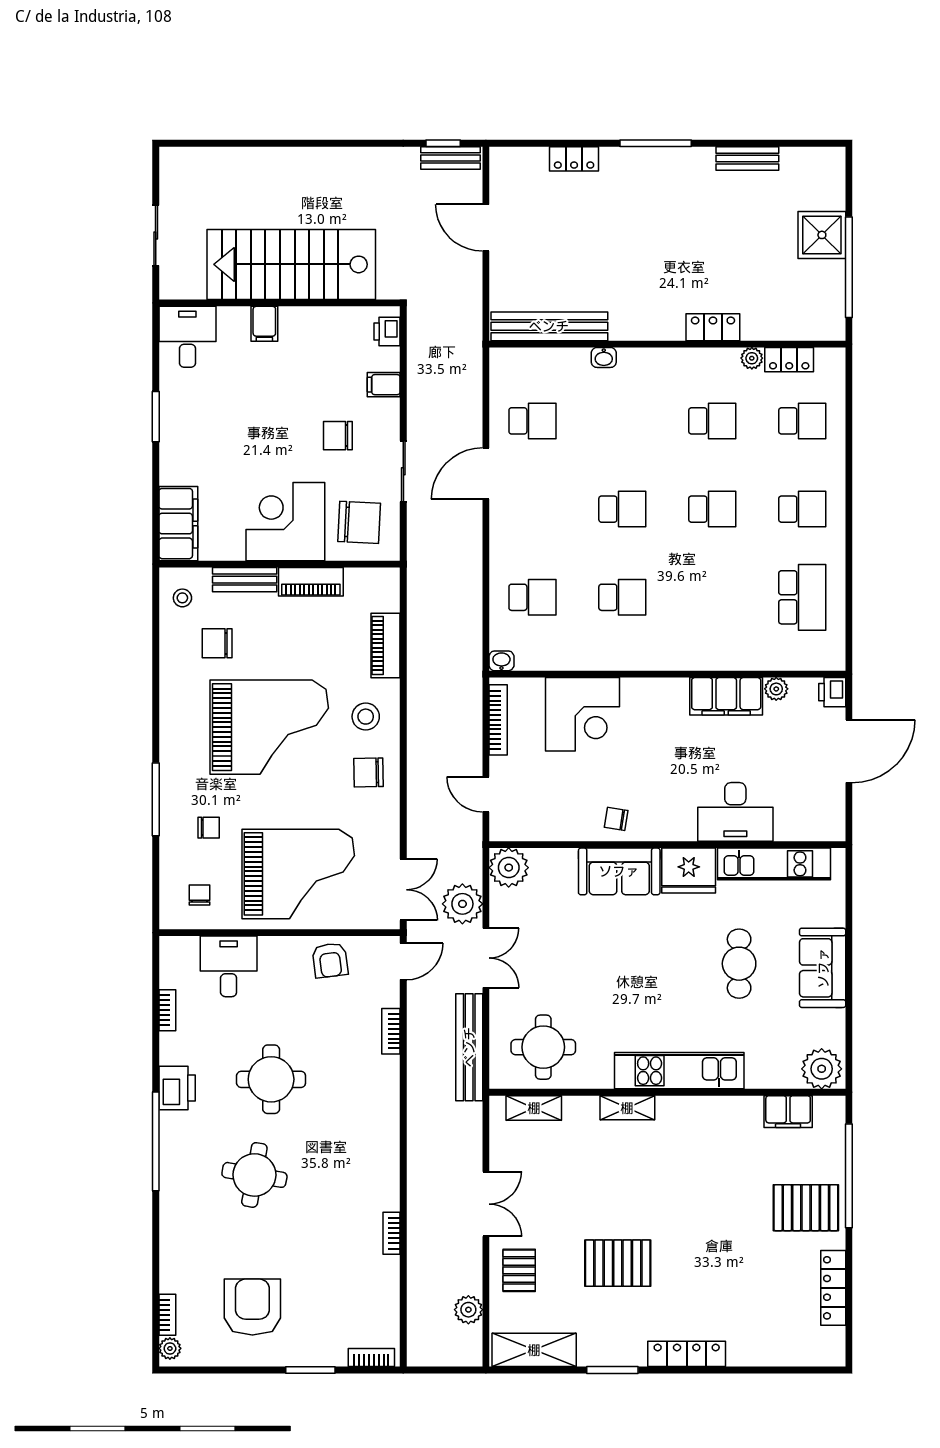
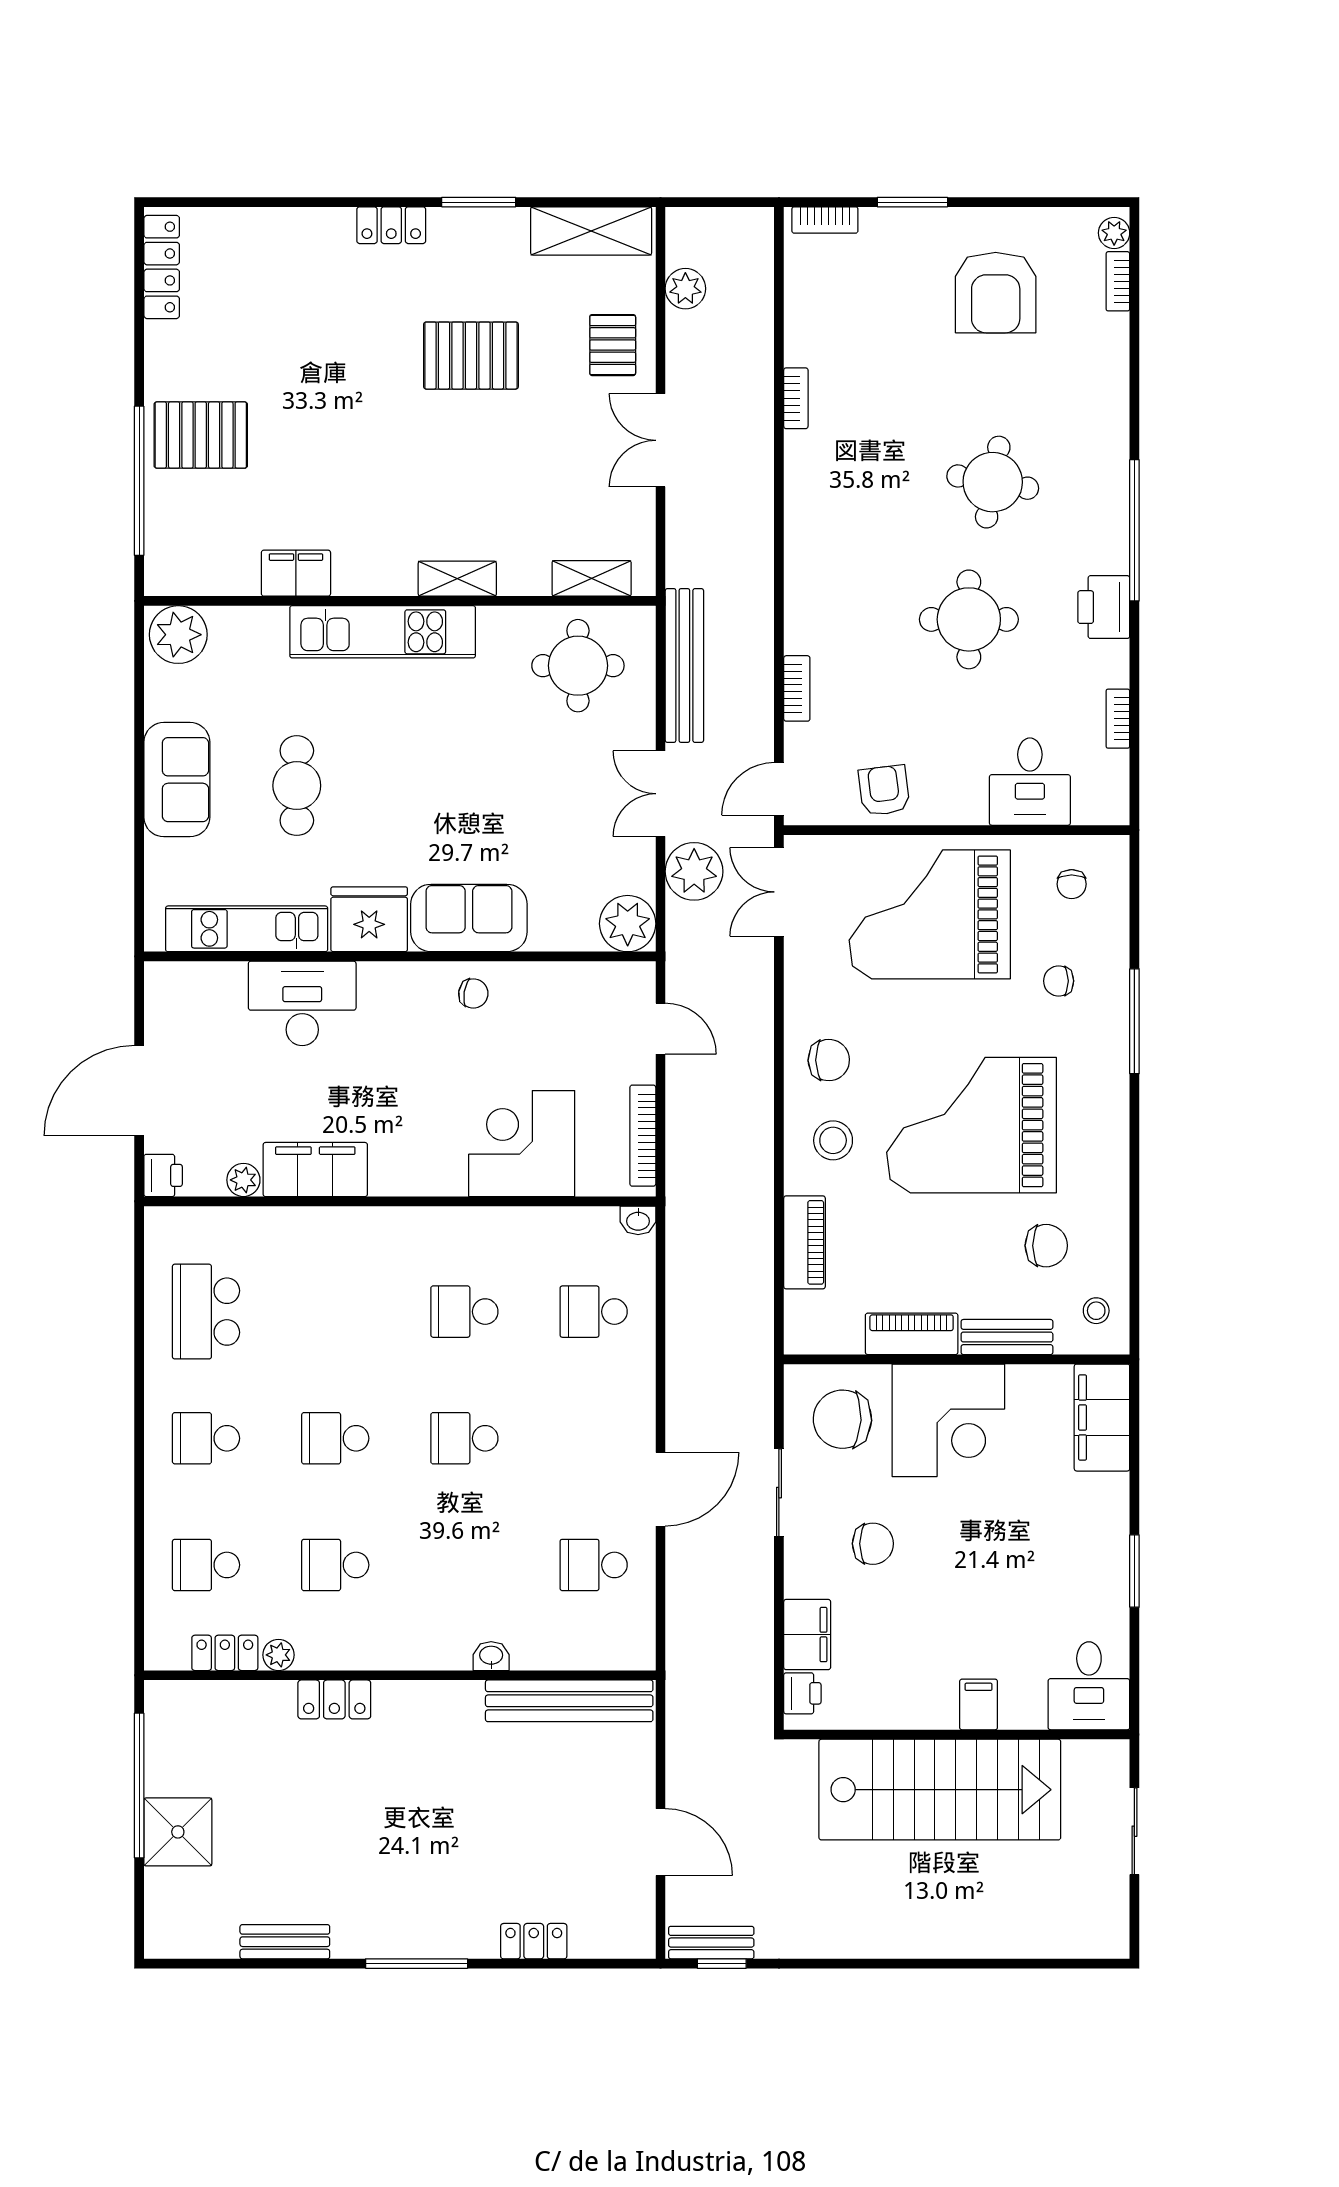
filing cabinet: (384, 385) -> (807, 1635), width x2.00
filing cabinet: (788, 1112) -> (296, 573), moved
locker: (833, 1288) -> (162, 267), moved
locker: (687, 1354) -> (391, 225), width x0.66

